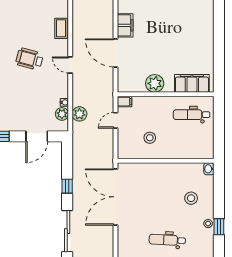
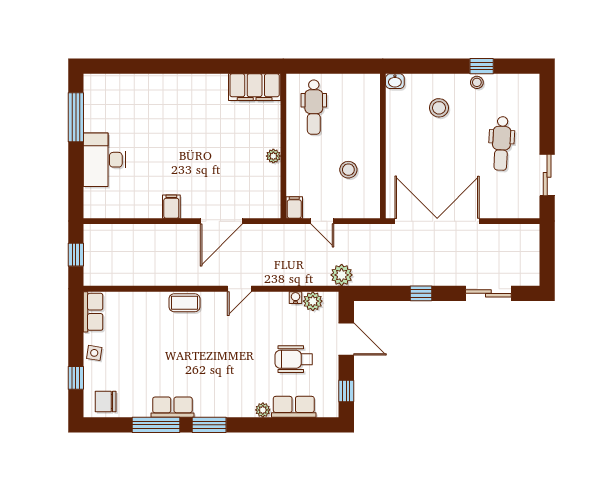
filing cabinet: (125, 25) -> (171, 207), width x0.50
wheelchair: (29, 59) -> (294, 359), moved, turned 75
plant: (155, 83) -> (273, 156), width x0.53, depth x0.53
filing cabinet: (192, 83) -> (255, 87), moved, turned -90
plant: (79, 114) -> (342, 275), moved
double door: (115, 197) -> (437, 221), swing flipped
sliding door: (67, 231) -> (488, 293), width x0.73

